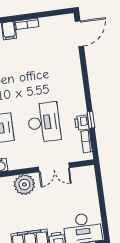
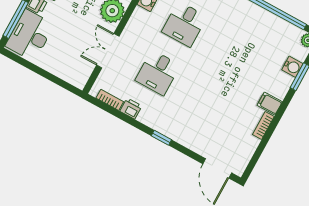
window: (91, 120) -> (161, 138), moved
desk: (44, 122) -> (158, 73), width x0.73

